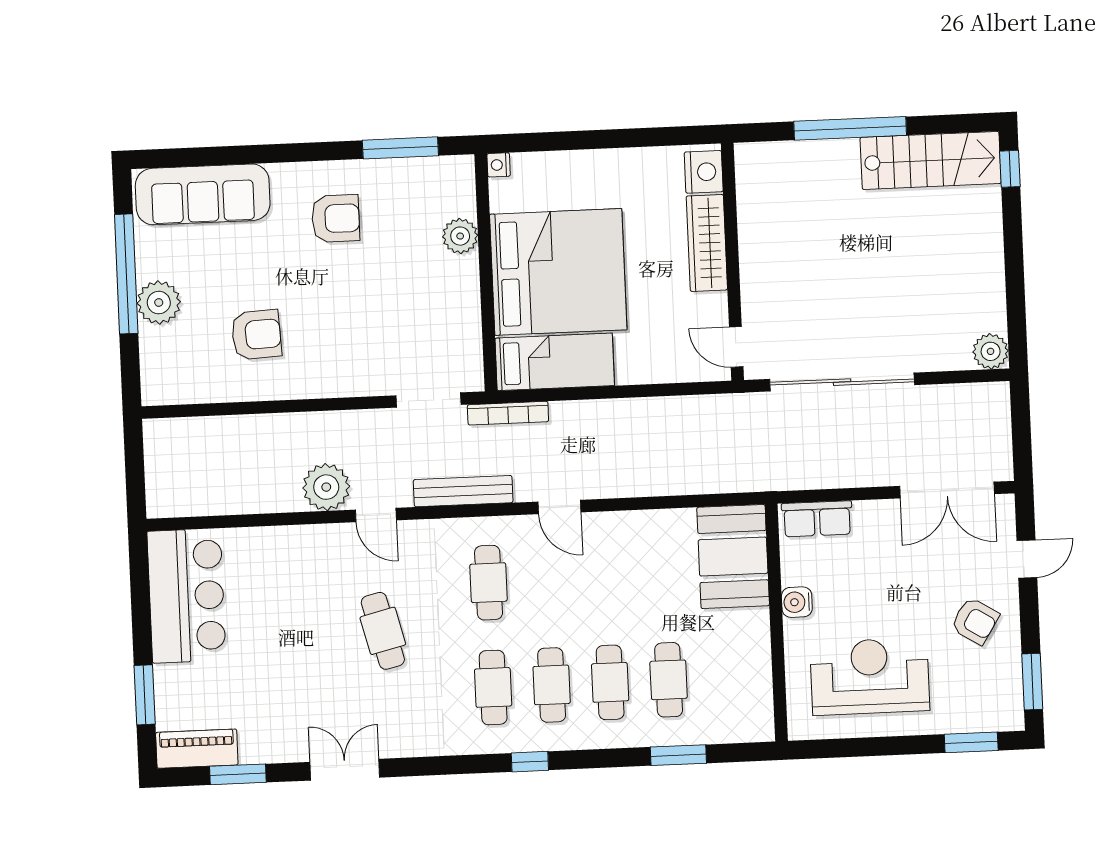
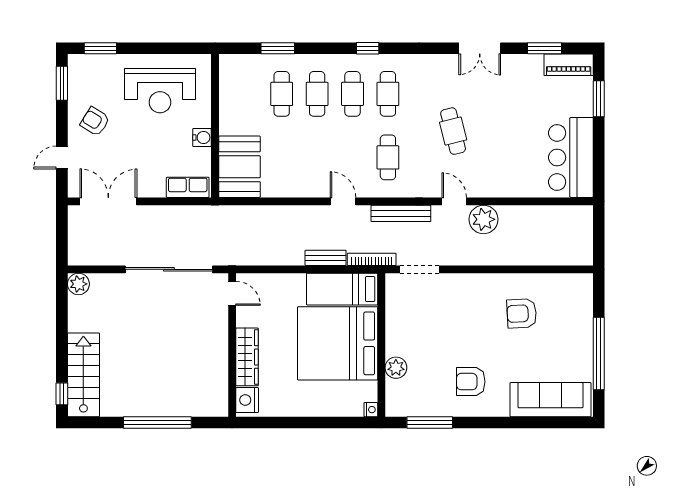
stairs: (931, 160) -> (83, 375), moved, turned 90
plant: (159, 303) -> (580, 335), removed
bench: (584, 412) -> (326, 258), added

